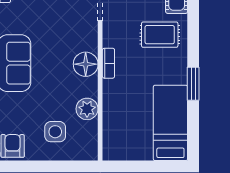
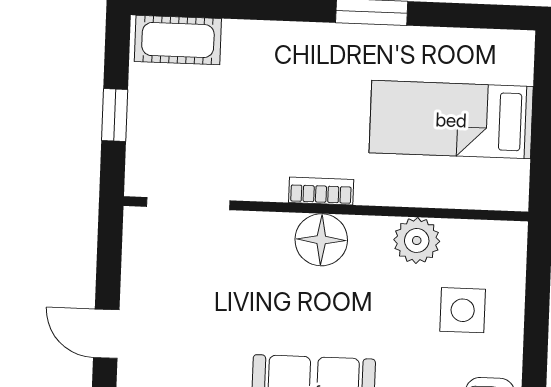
rug: (160, 35) -> (264, 79), removed
bed: (170, 123) -> (451, 120), moved

